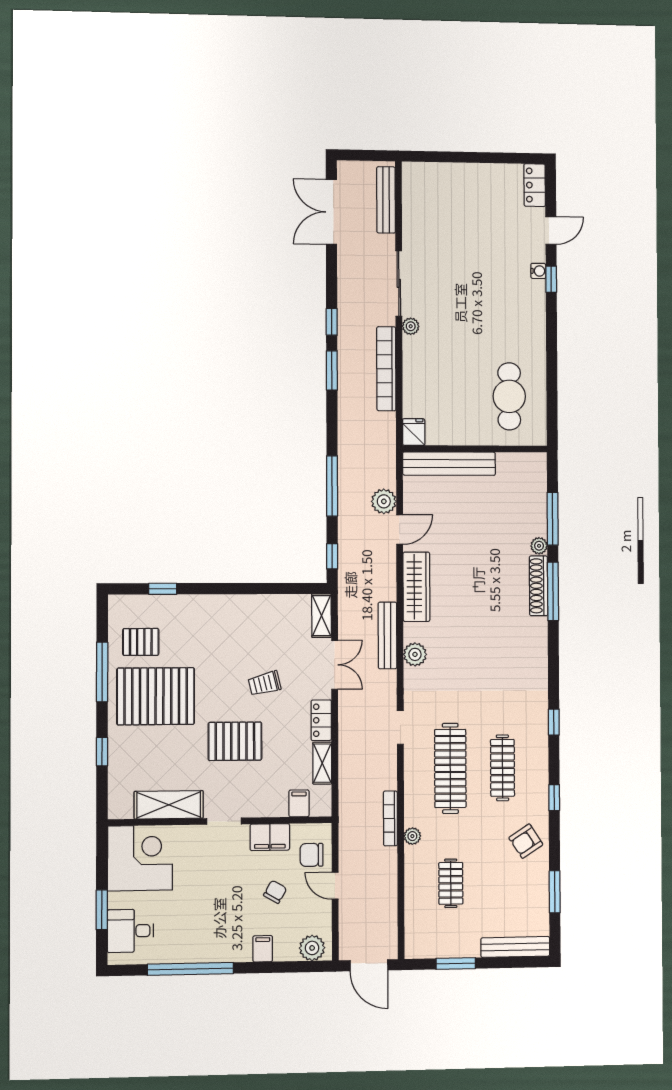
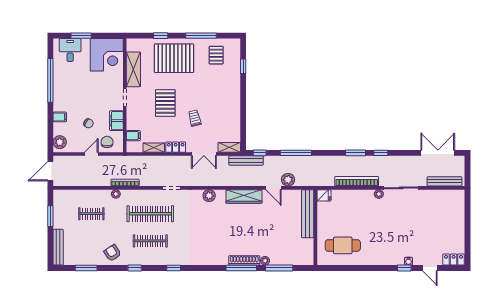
bench: (387, 635) -> (246, 161), moved
pallet: (156, 696) -> (174, 58), moved, turned 90

